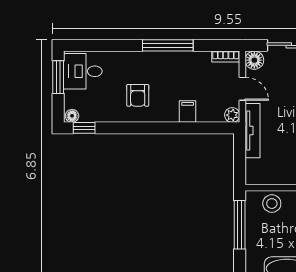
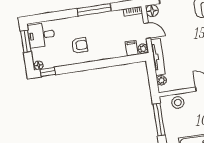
armchair: (138, 95) -> (79, 45), turned -90
filing cabinet: (188, 112) -> (132, 48), moved
plant: (252, 167) -> (161, 80), added

